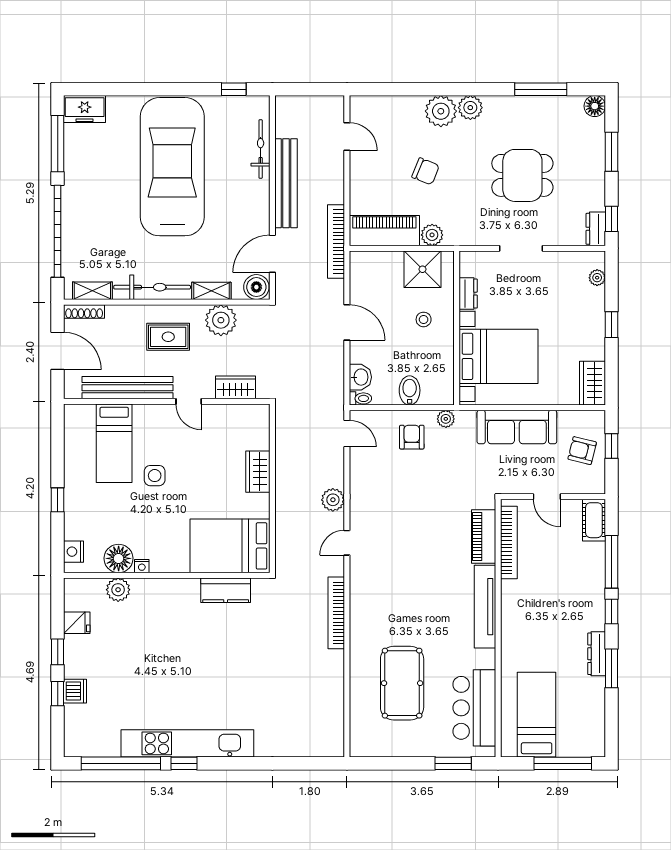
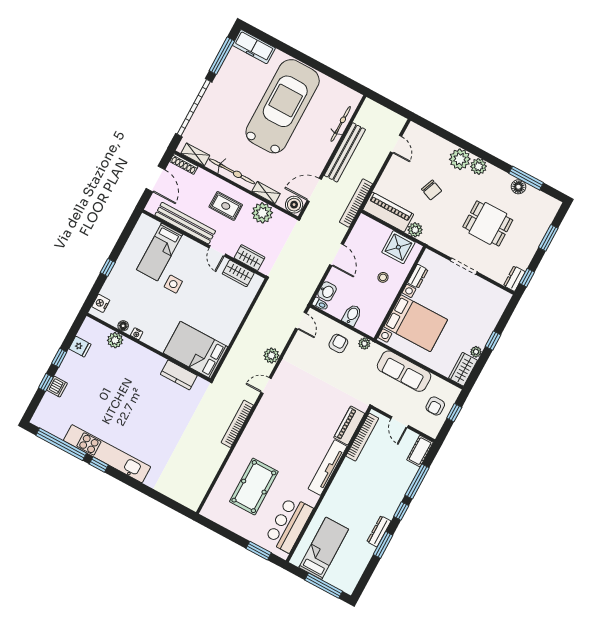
window: (234, 89) -> (344, 80), removed
floor lamp: (595, 106) -> (518, 187), moved
freezer: (85, 109) -> (254, 47), width x1.40
plant: (597, 278) -> (476, 352), moved
armchair: (582, 451) -> (435, 406), turned -104
wardrobe: (258, 472) -> (238, 273), moved, turned -90
floor lamp: (119, 558) -> (123, 326), width x0.53, depth x0.53

